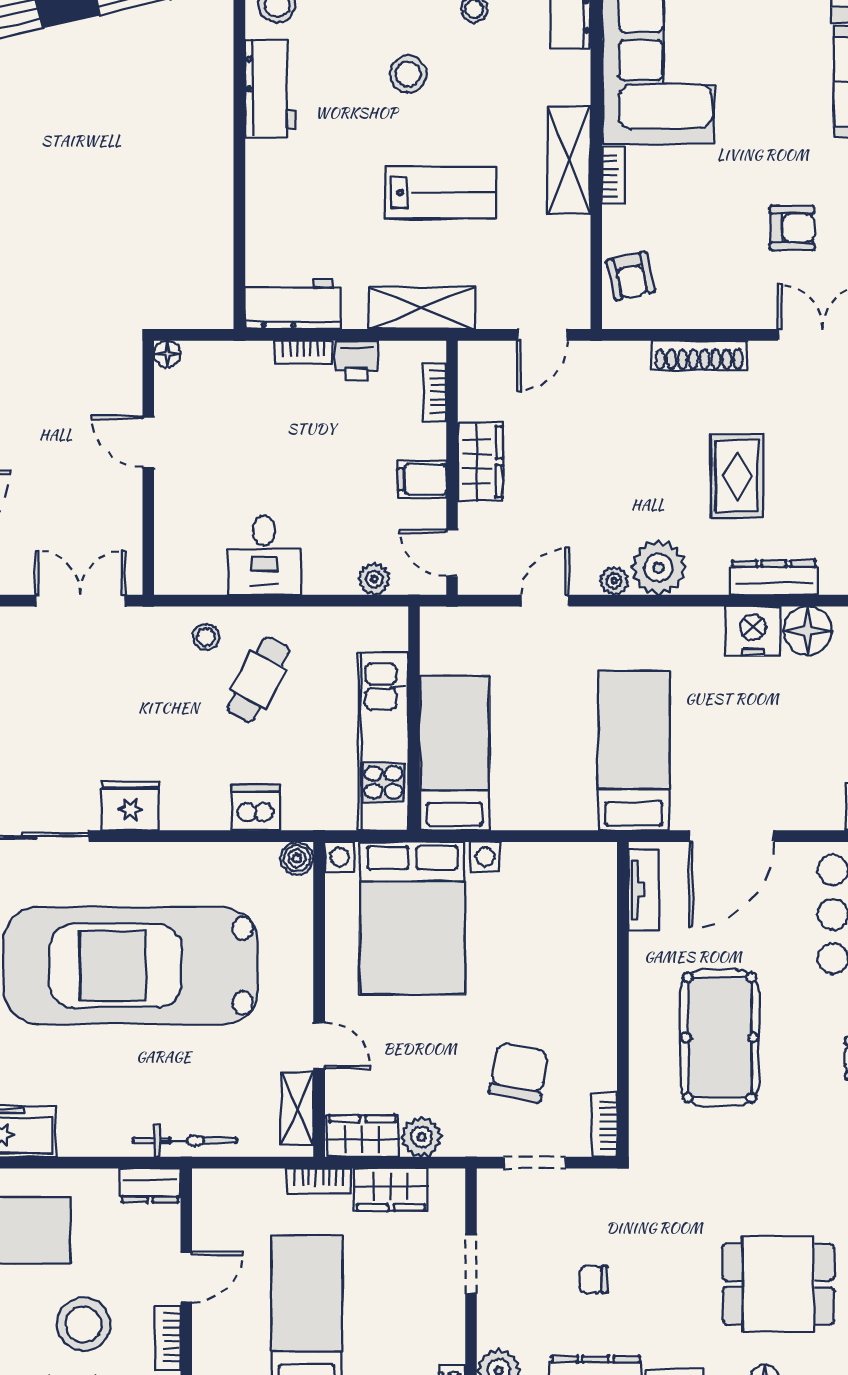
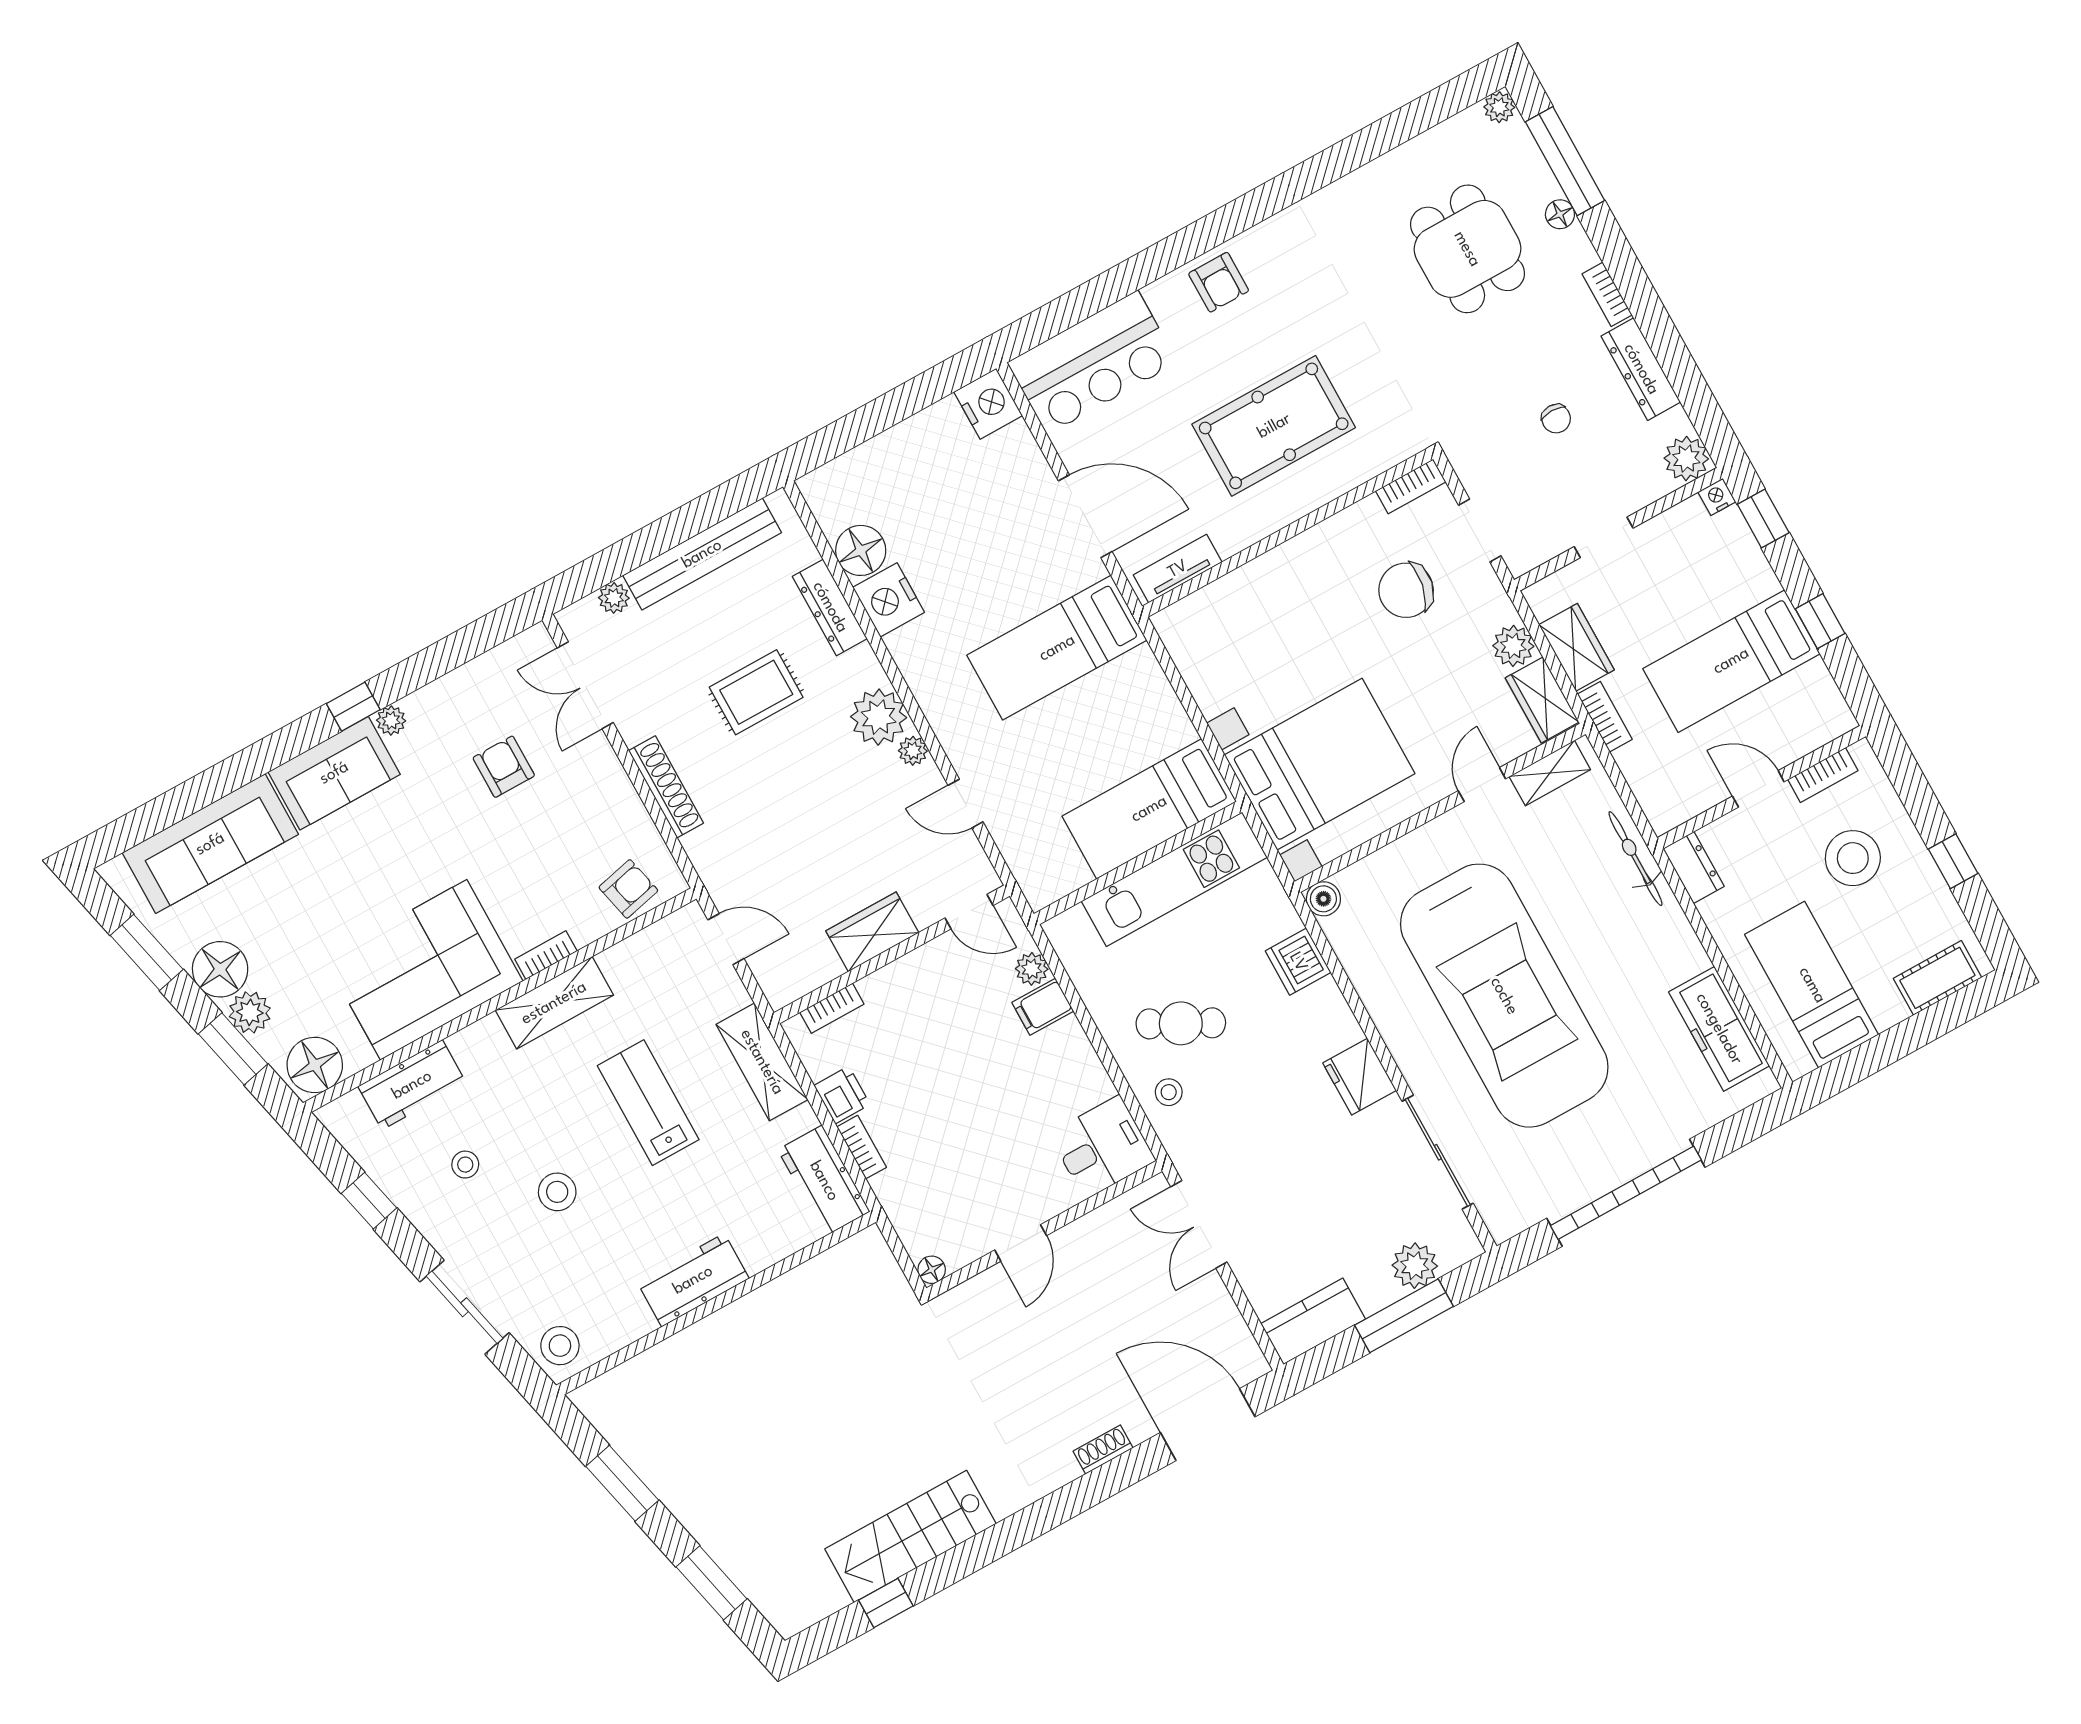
workbench: (270, 88) -> (693, 1280), moved
filing cabinet: (422, 479) -> (1043, 1007), moved, turned 90
door: (452, 553) -> (969, 912), hinge flipped
desk: (264, 555) -> (1102, 1147), moved

